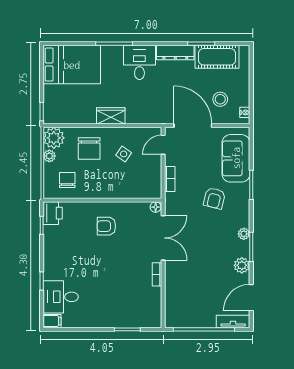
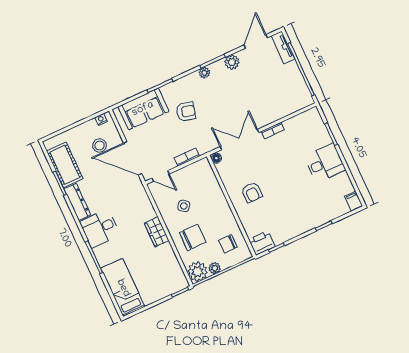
bed: (72, 65) -> (123, 288), width x0.67
door: (193, 126) -> (133, 158), hinge flipped
desk: (61, 297) -> (325, 163), moved, turned -90
door: (251, 298) -> (256, 41), swing flipped

